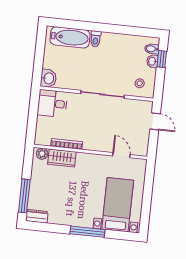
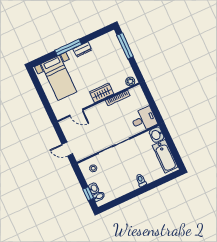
bathtub: (70, 37) -> (165, 156), moved, turned -90
wardrobe: (62, 158) -> (102, 93), moved
dresser: (37, 216) -> (82, 49), moved

